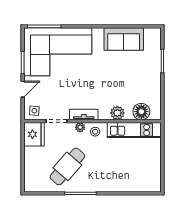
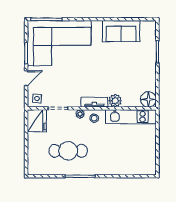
floor lamp: (141, 112) -> (148, 99), moved
tv unit: (84, 115) -> (94, 102), moved
cafe table: (67, 166) -> (68, 151), turned 49

